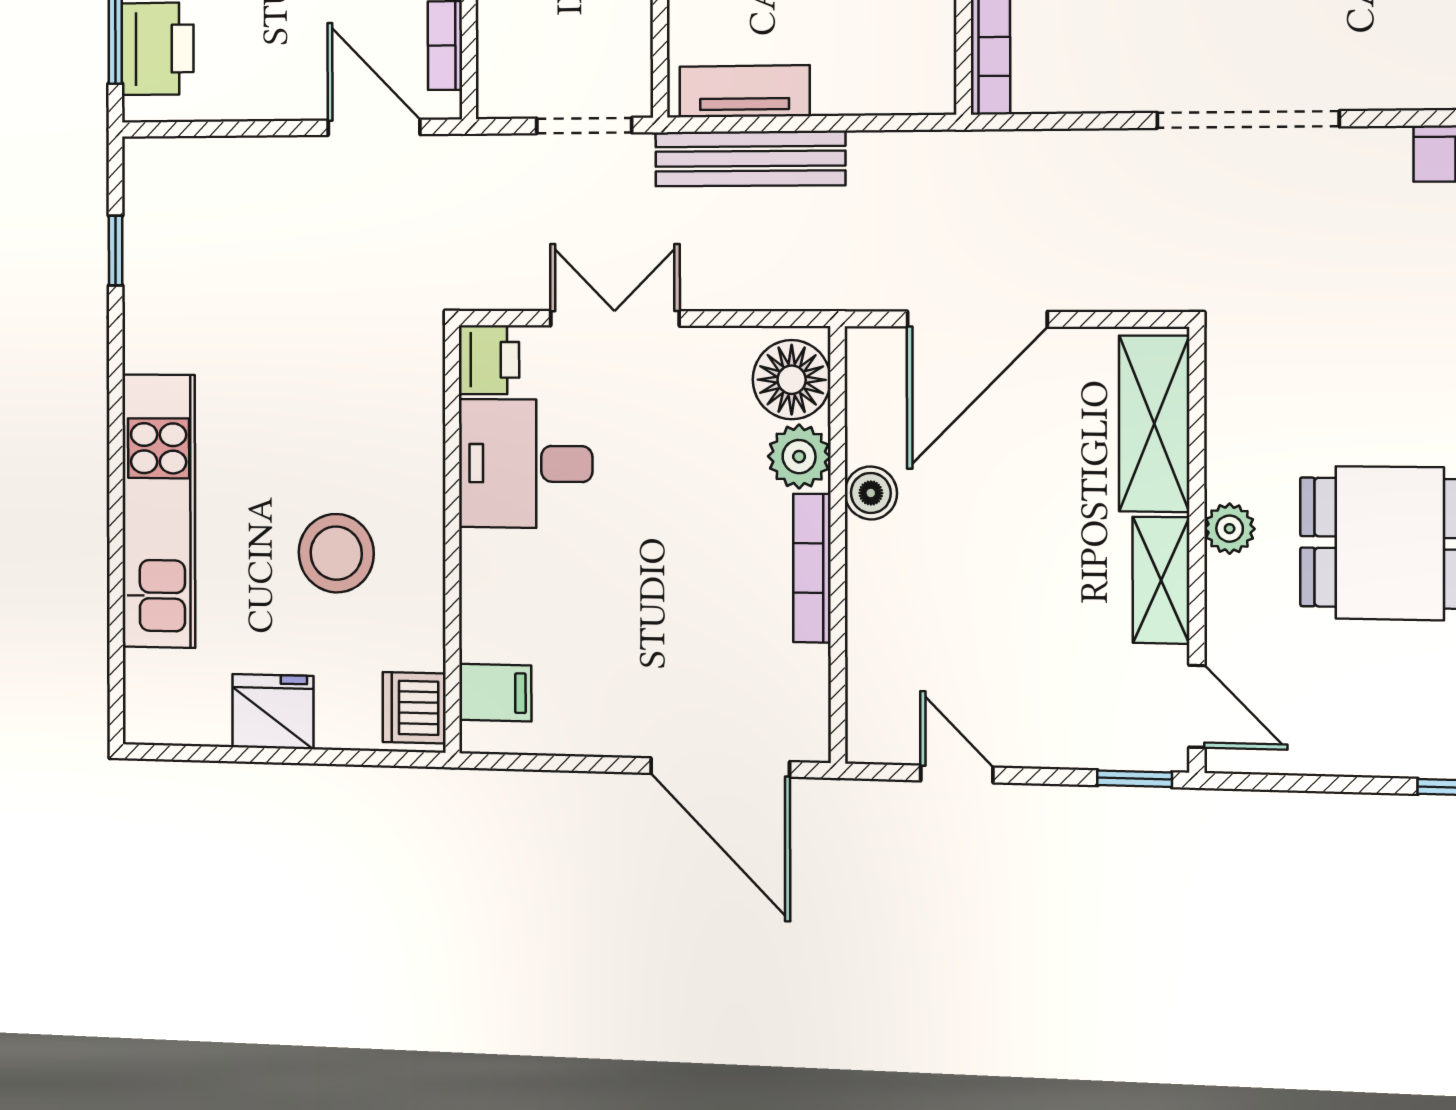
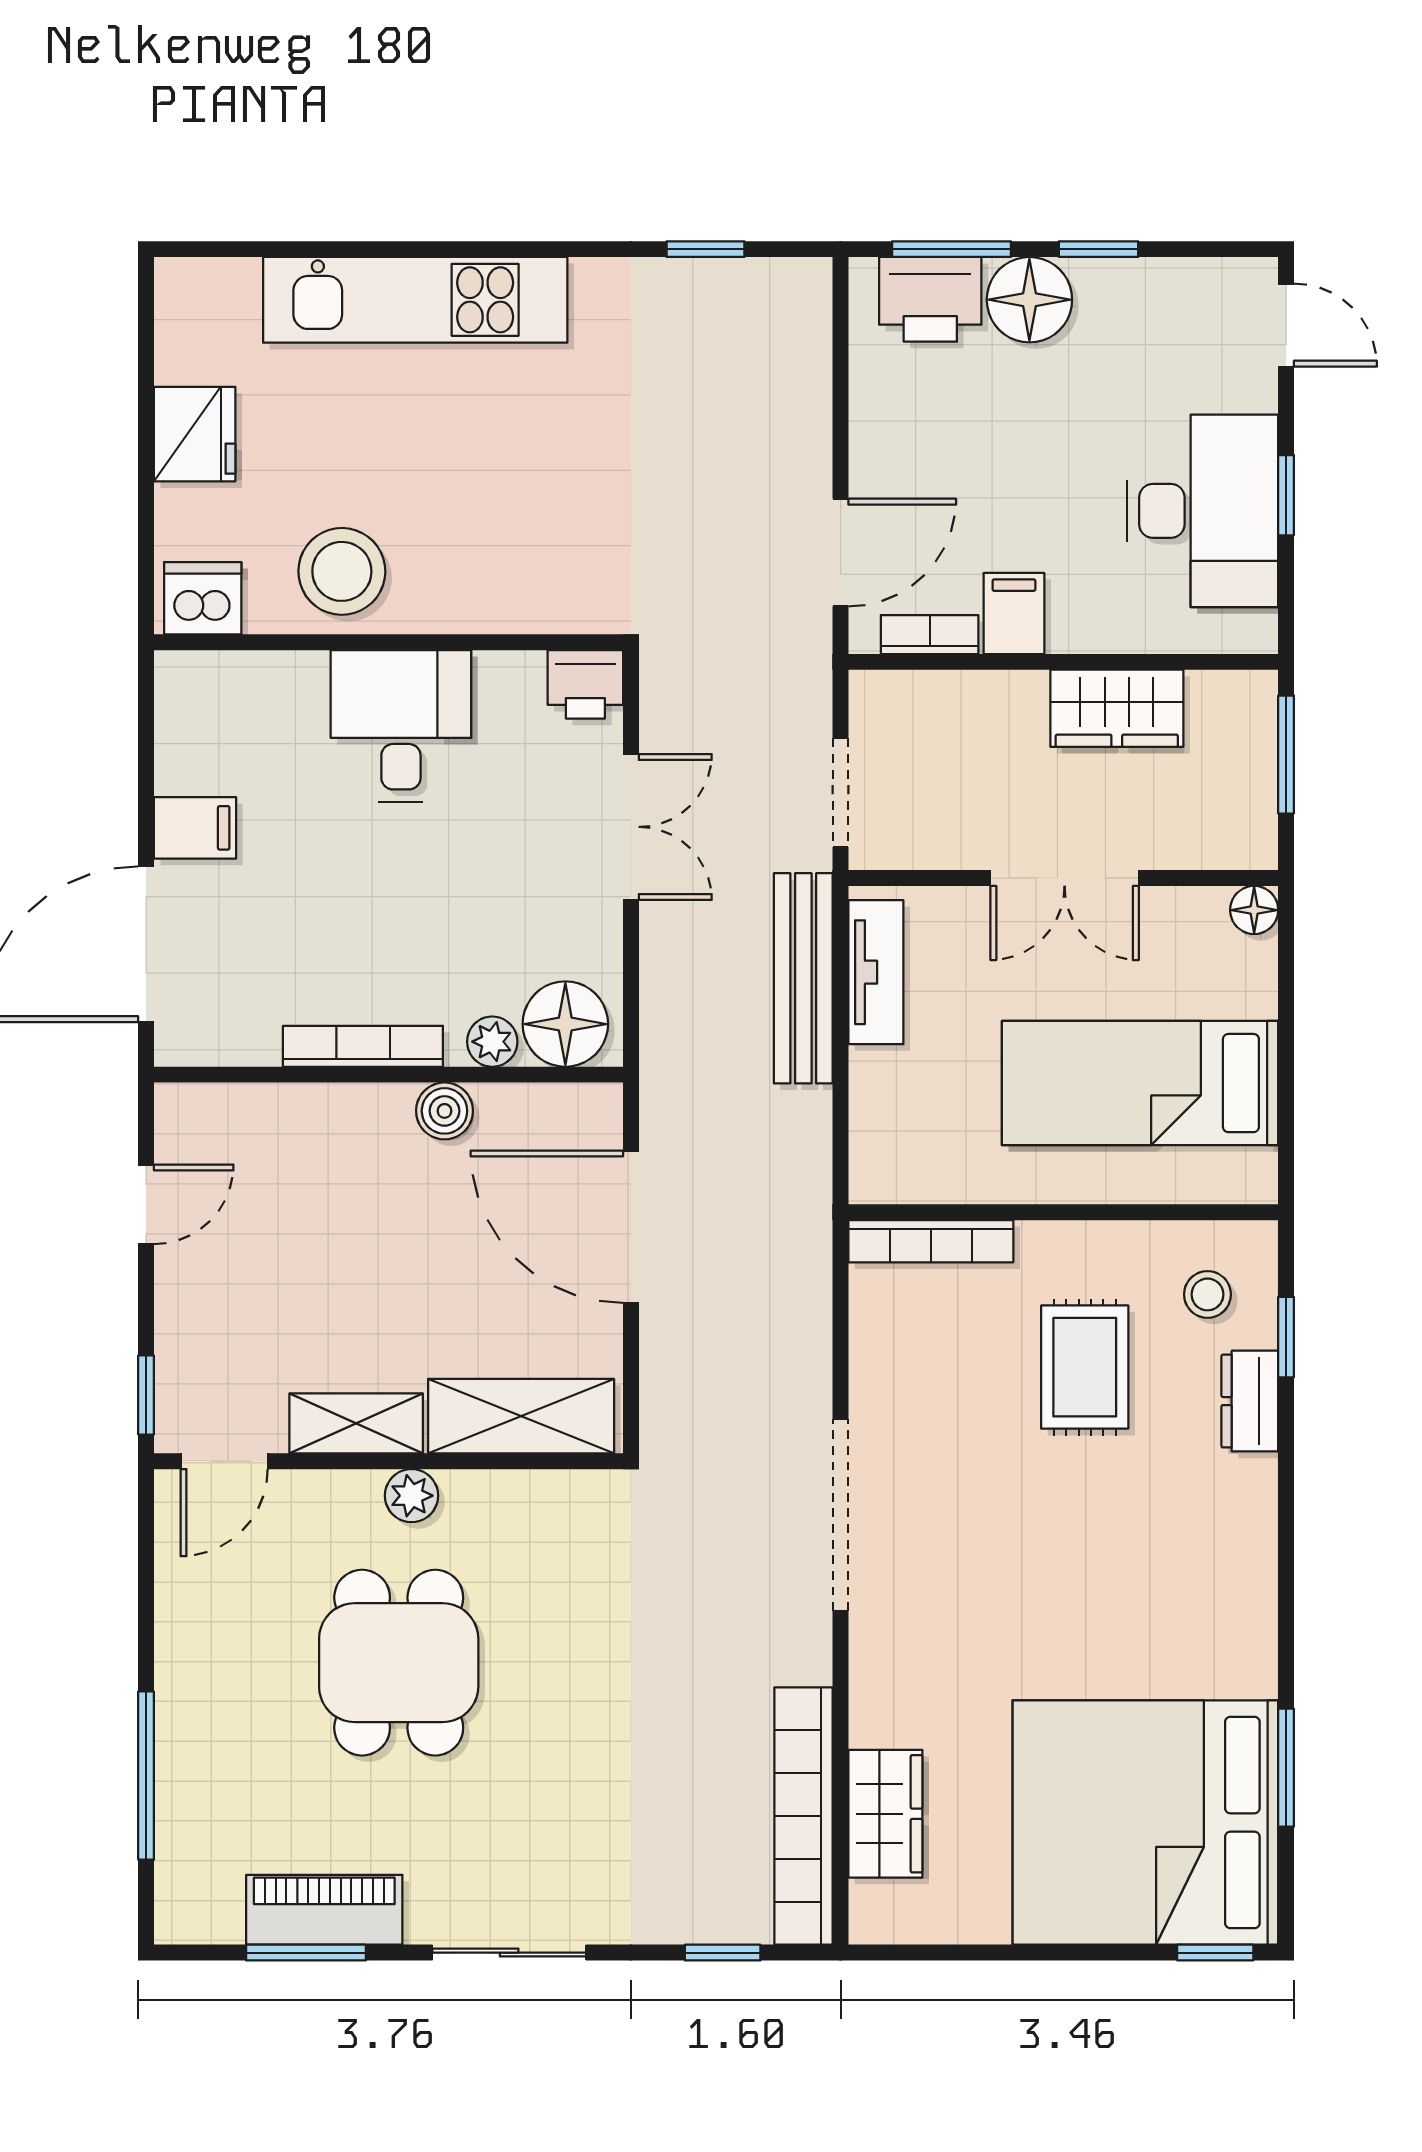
plant: (799, 457) -> (492, 1042), width x0.73, depth x0.73
desk: (525, 464) -> (401, 726), moved
stool: (336, 553) -> (342, 571), moved
filing cabinet: (495, 693) -> (195, 828), moved, turned -90

